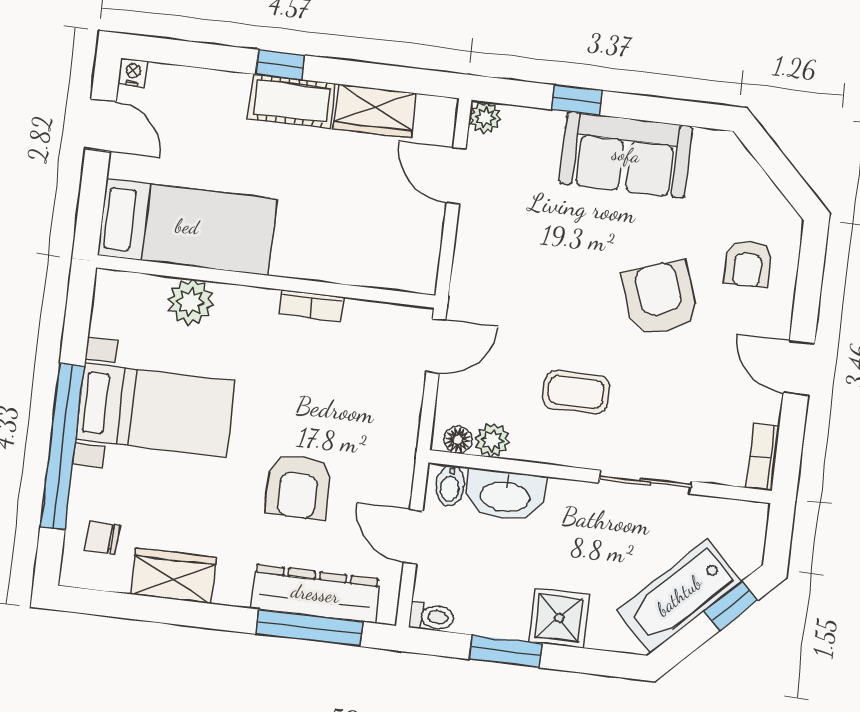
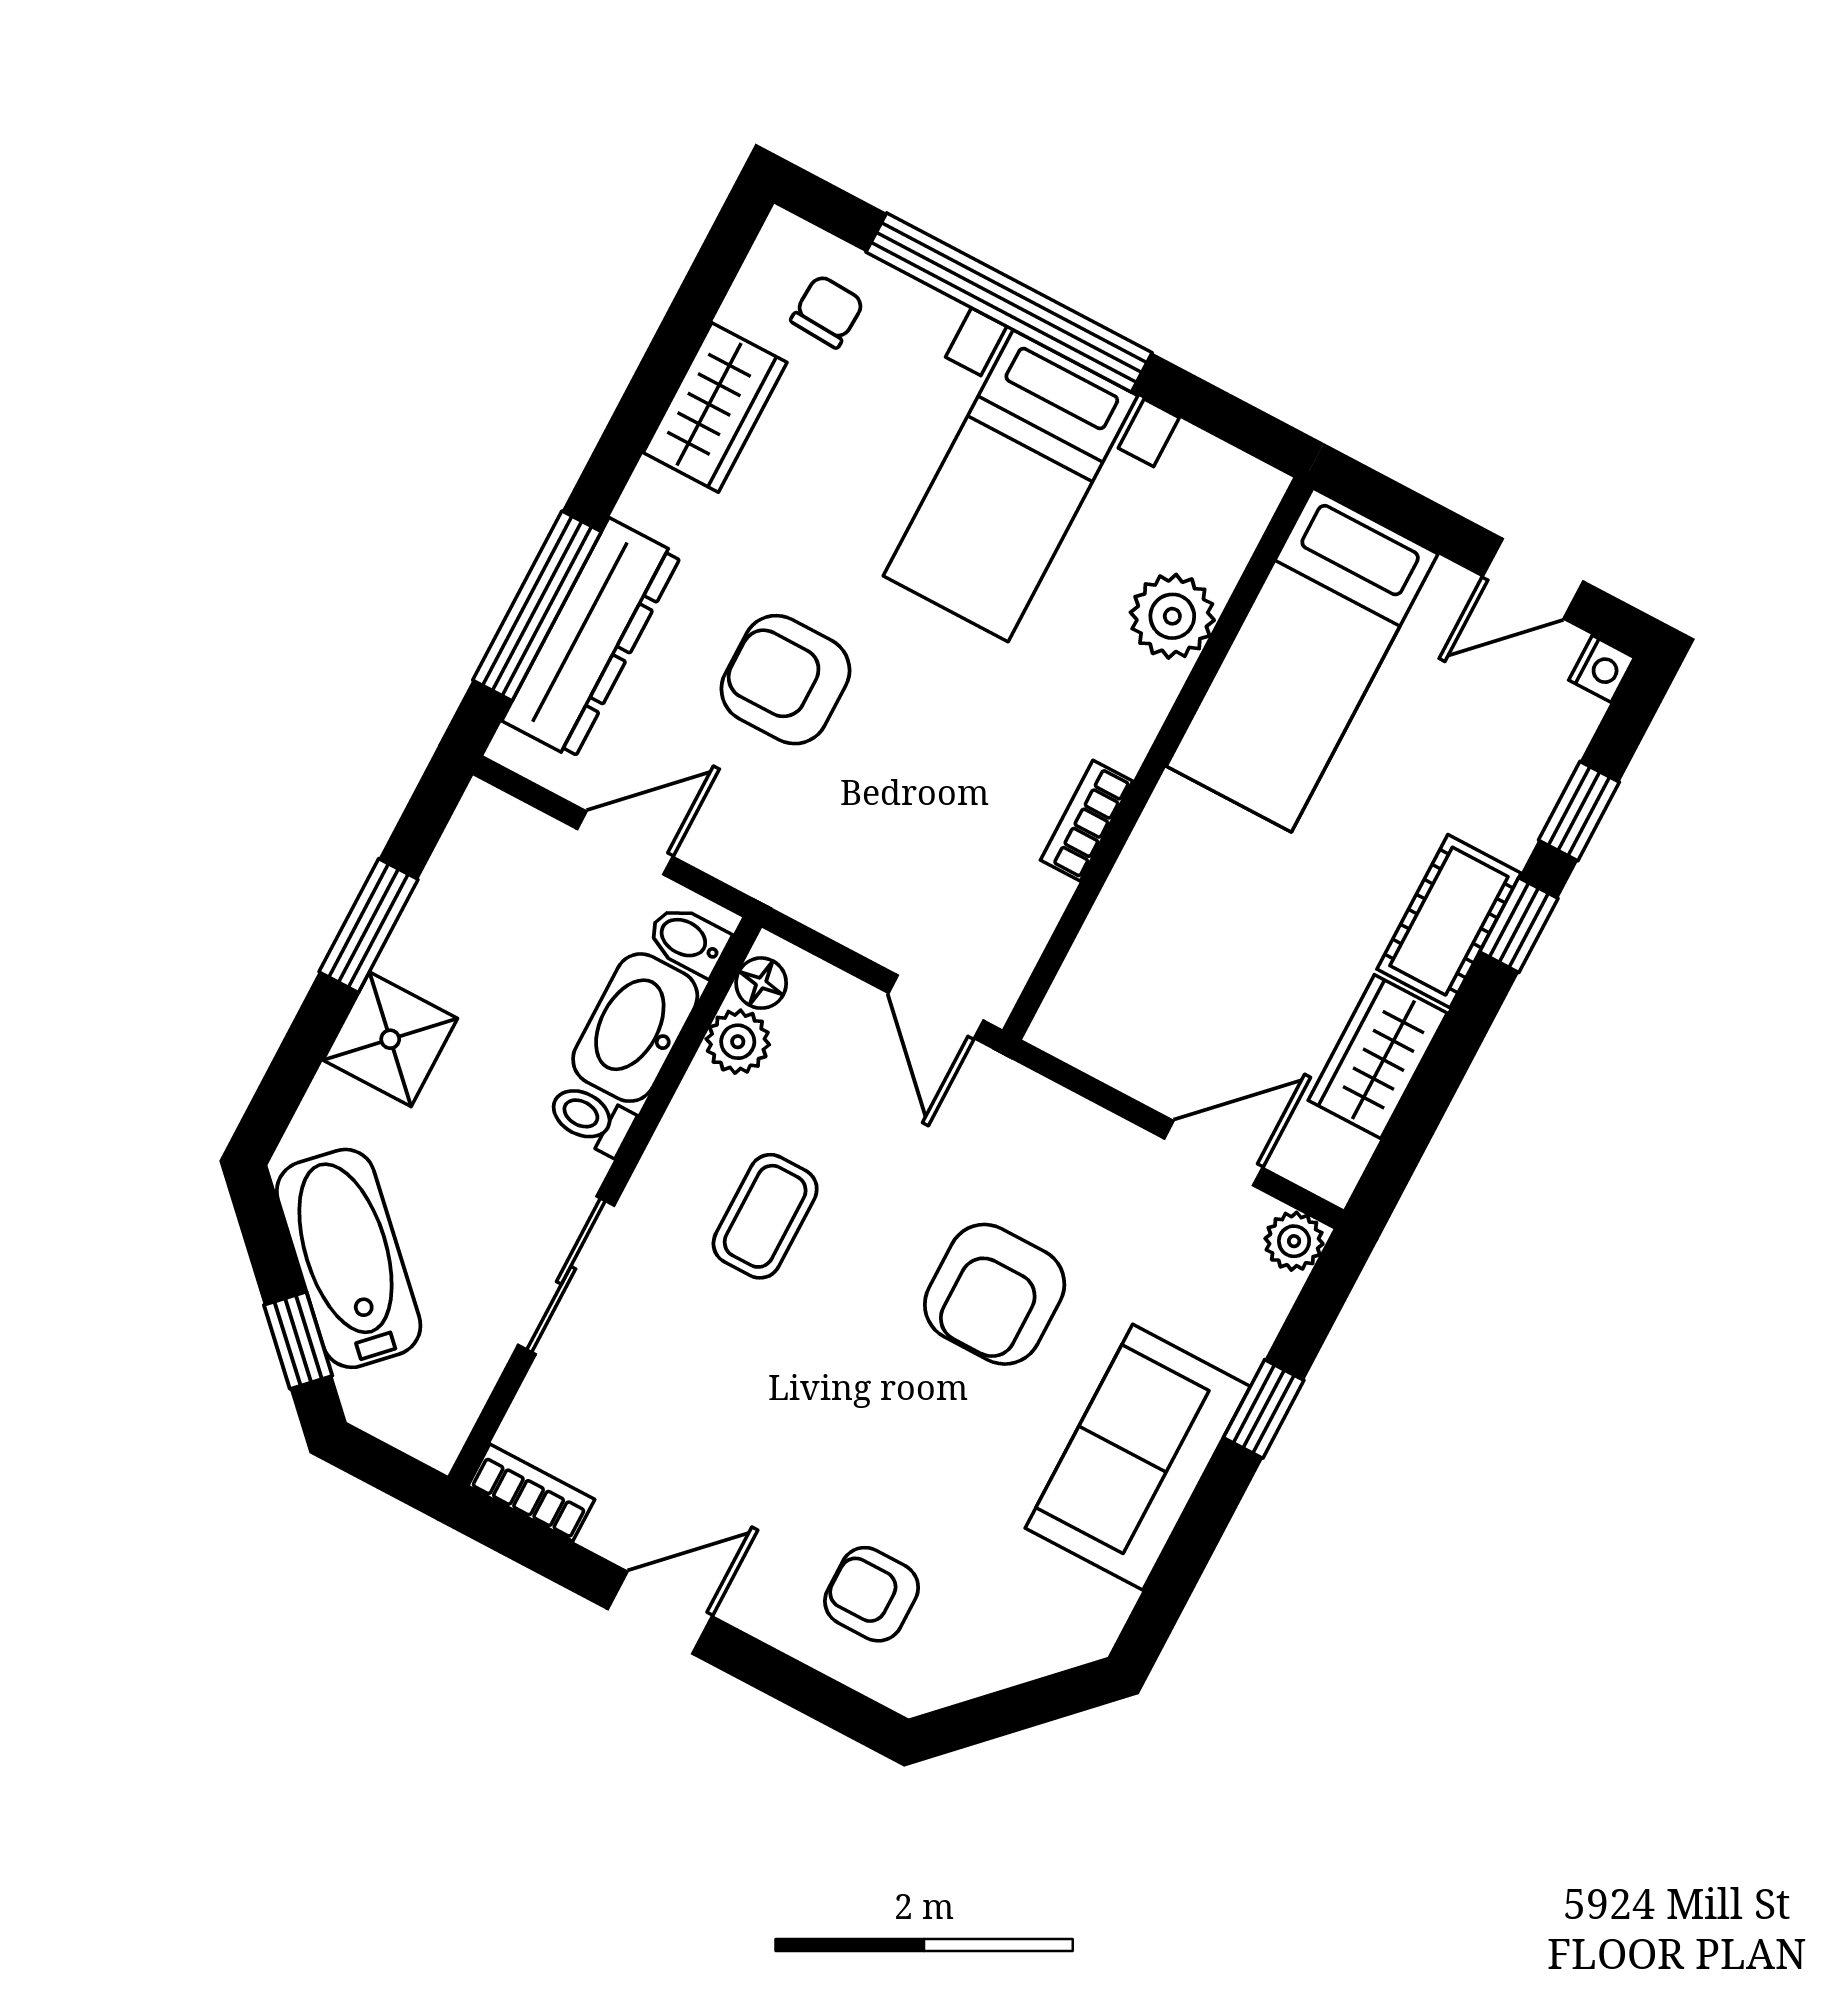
window: (210, 56) -> (1579, 811), added
armchair: (660, 298) -> (995, 1294), moved, turned 110
toilet: (432, 617) -> (591, 1119), moved, turned 90

